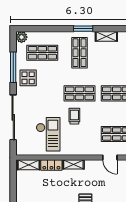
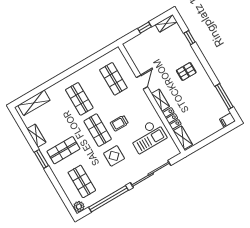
window: (13, 67) -> (108, 199), width x1.46
display table: (28, 78) -> (114, 156), moved
checkout: (48, 134) -> (148, 136), turned 180
door: (110, 157) -> (142, 82), moved

